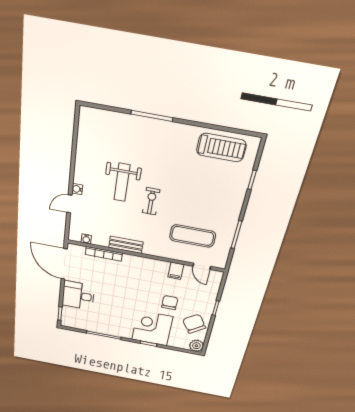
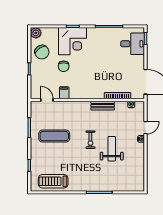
exercise mat: (193, 236) -> (54, 136), moved
desk: (78, 295) -> (133, 44), moved

